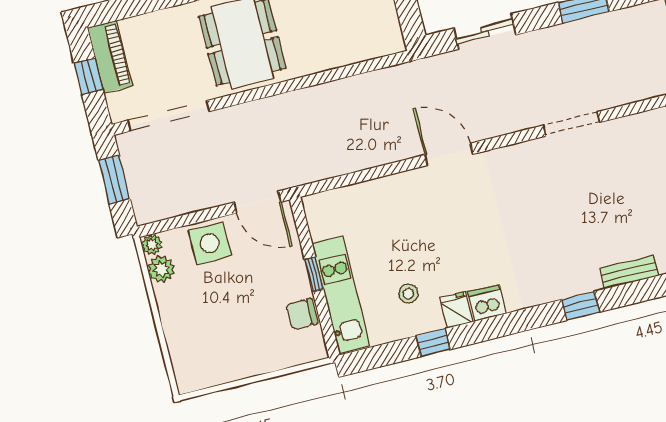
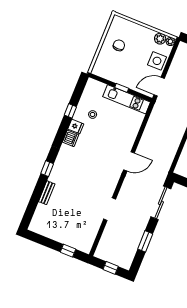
sliding door: (485, 32) -> (161, 203), width x1.37
kitchen unit: (341, 295) -> (127, 99), moved
chair: (302, 314) -> (119, 45), moved

